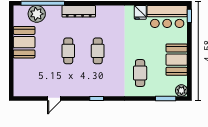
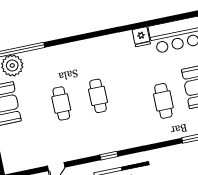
dresser: (79, 11) -> (64, 51), removed
cafe table: (140, 73) -> (163, 101), moved

